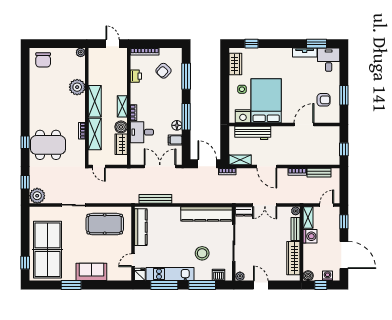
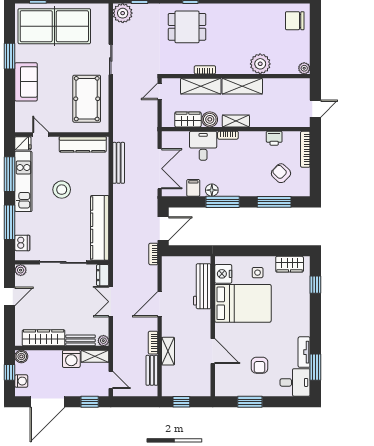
armchair: (324, 100) -> (260, 365), moved
dining table: (48, 145) -> (187, 27), width x0.73
shelving: (240, 160) -> (168, 351), moved
stool: (202, 253) -> (62, 190), moved

